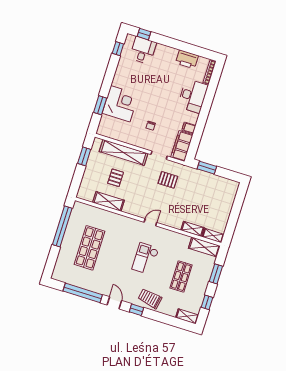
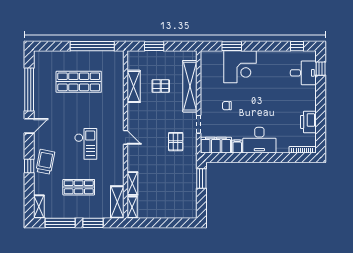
desk: (193, 96) -> (259, 140), moved
window: (84, 156) -> (154, 46), moved
checkout: (145, 259) -> (86, 144), turned 90
window: (207, 302) -> (60, 223), width x2.17
window: (136, 310) -> (29, 166), moved

